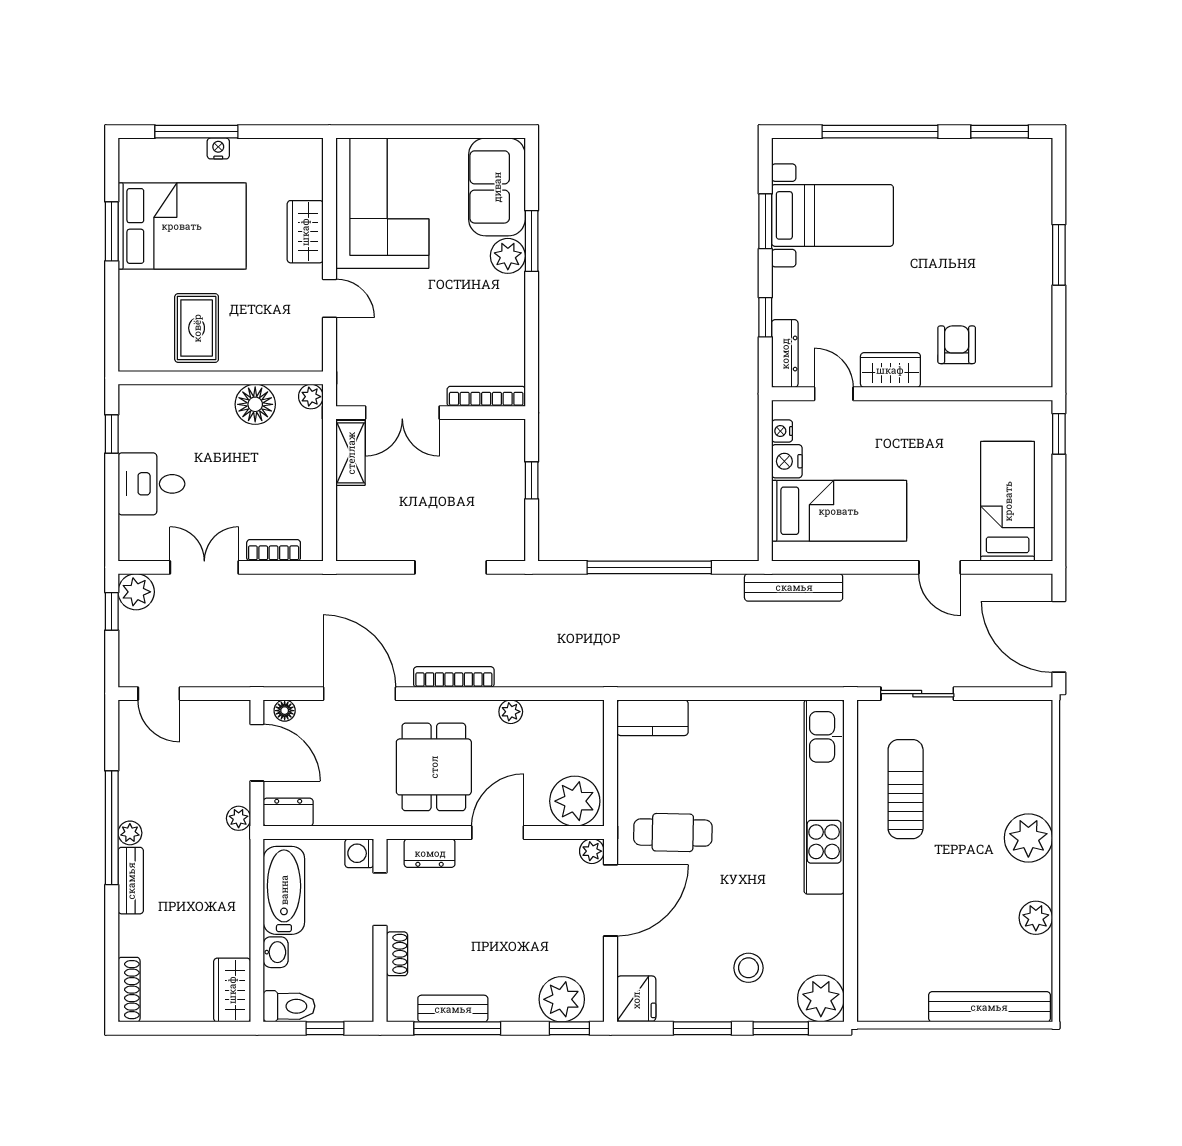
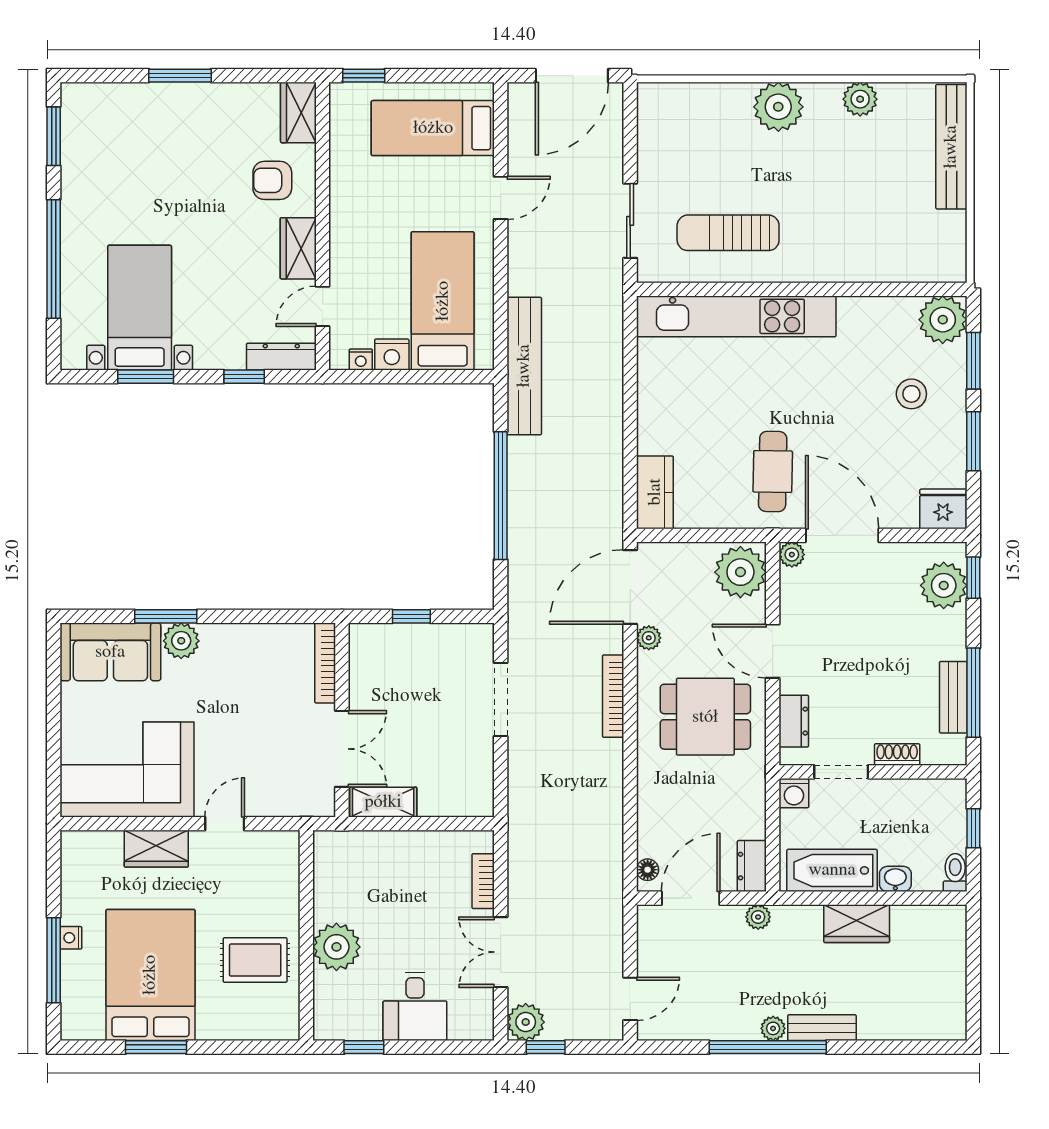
wardrobe: (1023, 370) -> (298, 112), added
plant: (311, 397) -> (336, 947), moved, width x1.88, depth x1.88
floor lamp: (255, 404) -> (333, 900), removed
bench: (794, 587) -> (524, 366), width x1.37, depth x1.21
door: (359, 694) -> (630, 587), moved
shoe rack: (129, 990) -> (934, 1029), removed
wardrobe: (232, 990) -> (857, 924), moved
toilet: (289, 1006) -> (955, 873), width x0.73, depth x0.72

